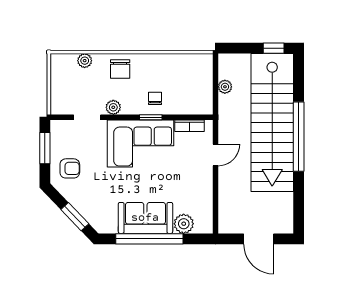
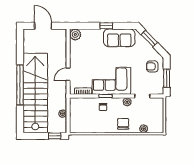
window: (274, 48) -> (55, 136), moved
sofa: (145, 218) -> (119, 38), moved
plant: (184, 224) -> (75, 34), moved
window: (149, 239) -> (106, 26), width x0.32

